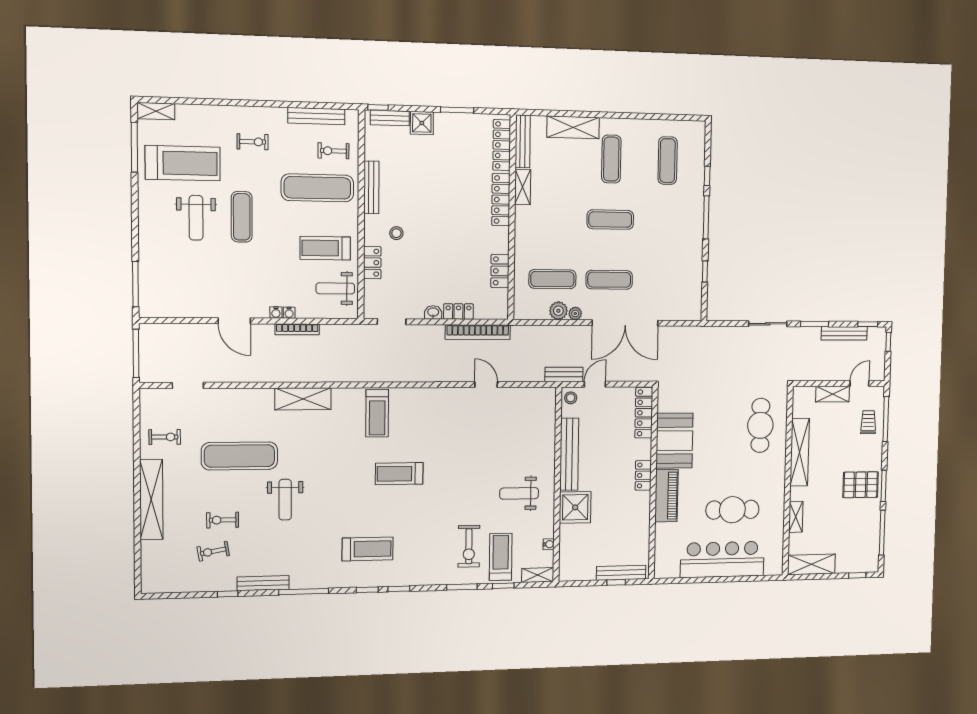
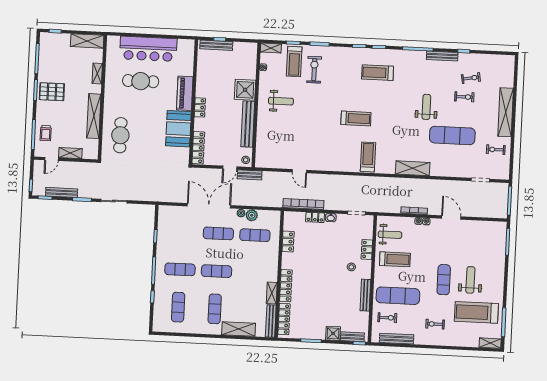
exercise mat: (666, 221) -> (180, 269), added

